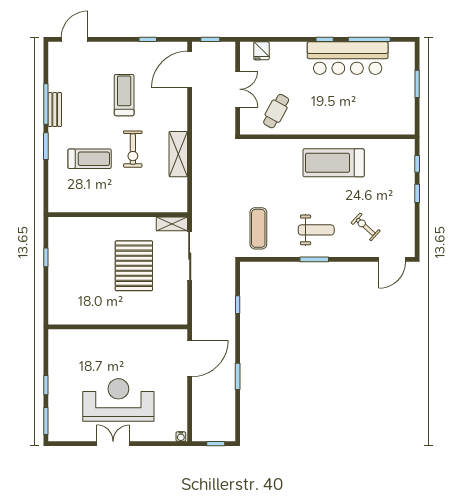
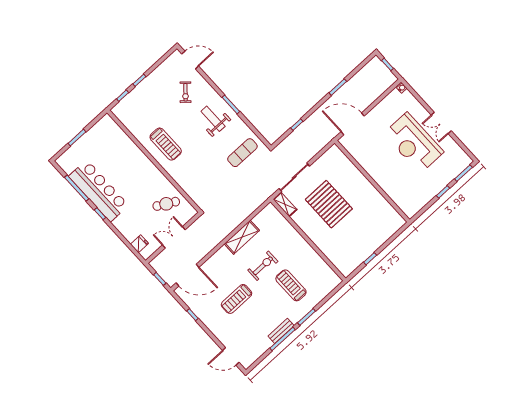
treadmill: (334, 163) -> (166, 144), width x0.73, depth x0.73
pallet: (134, 266) -> (329, 204), turned 90

